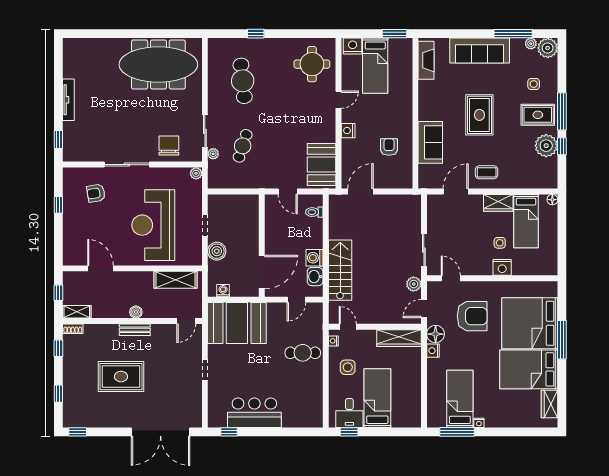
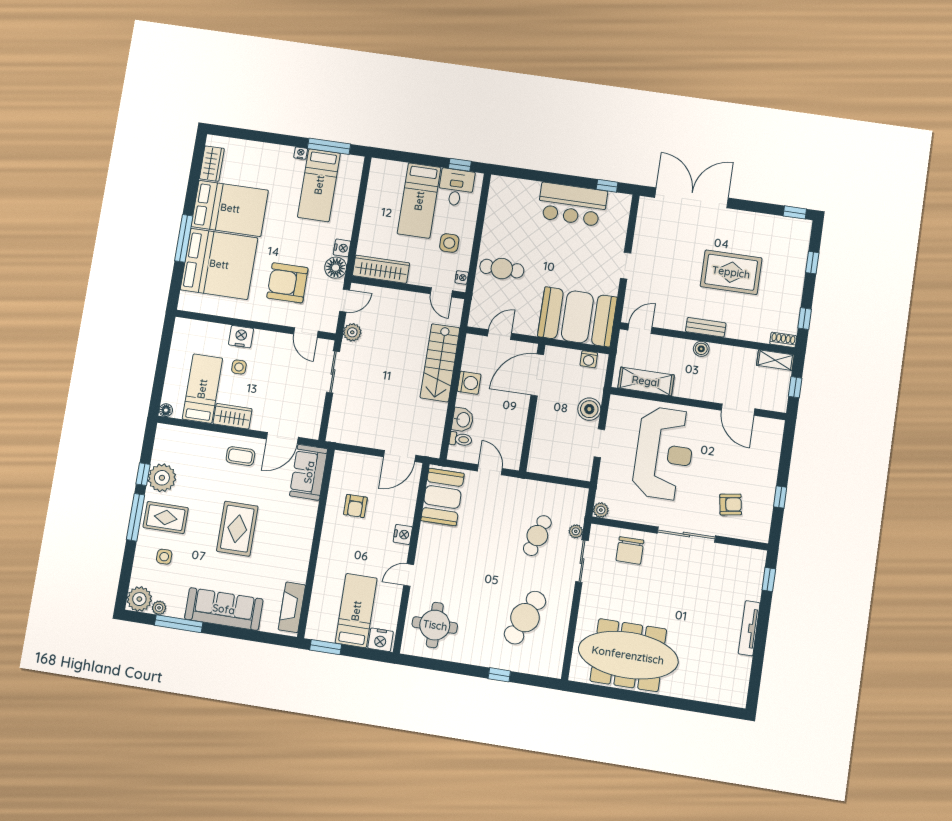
cafe table: (243, 81) -> (525, 618), turned 30
sofa: (430, 142) -> (309, 472), moved
washbasin: (315, 277) -> (463, 420), moved

